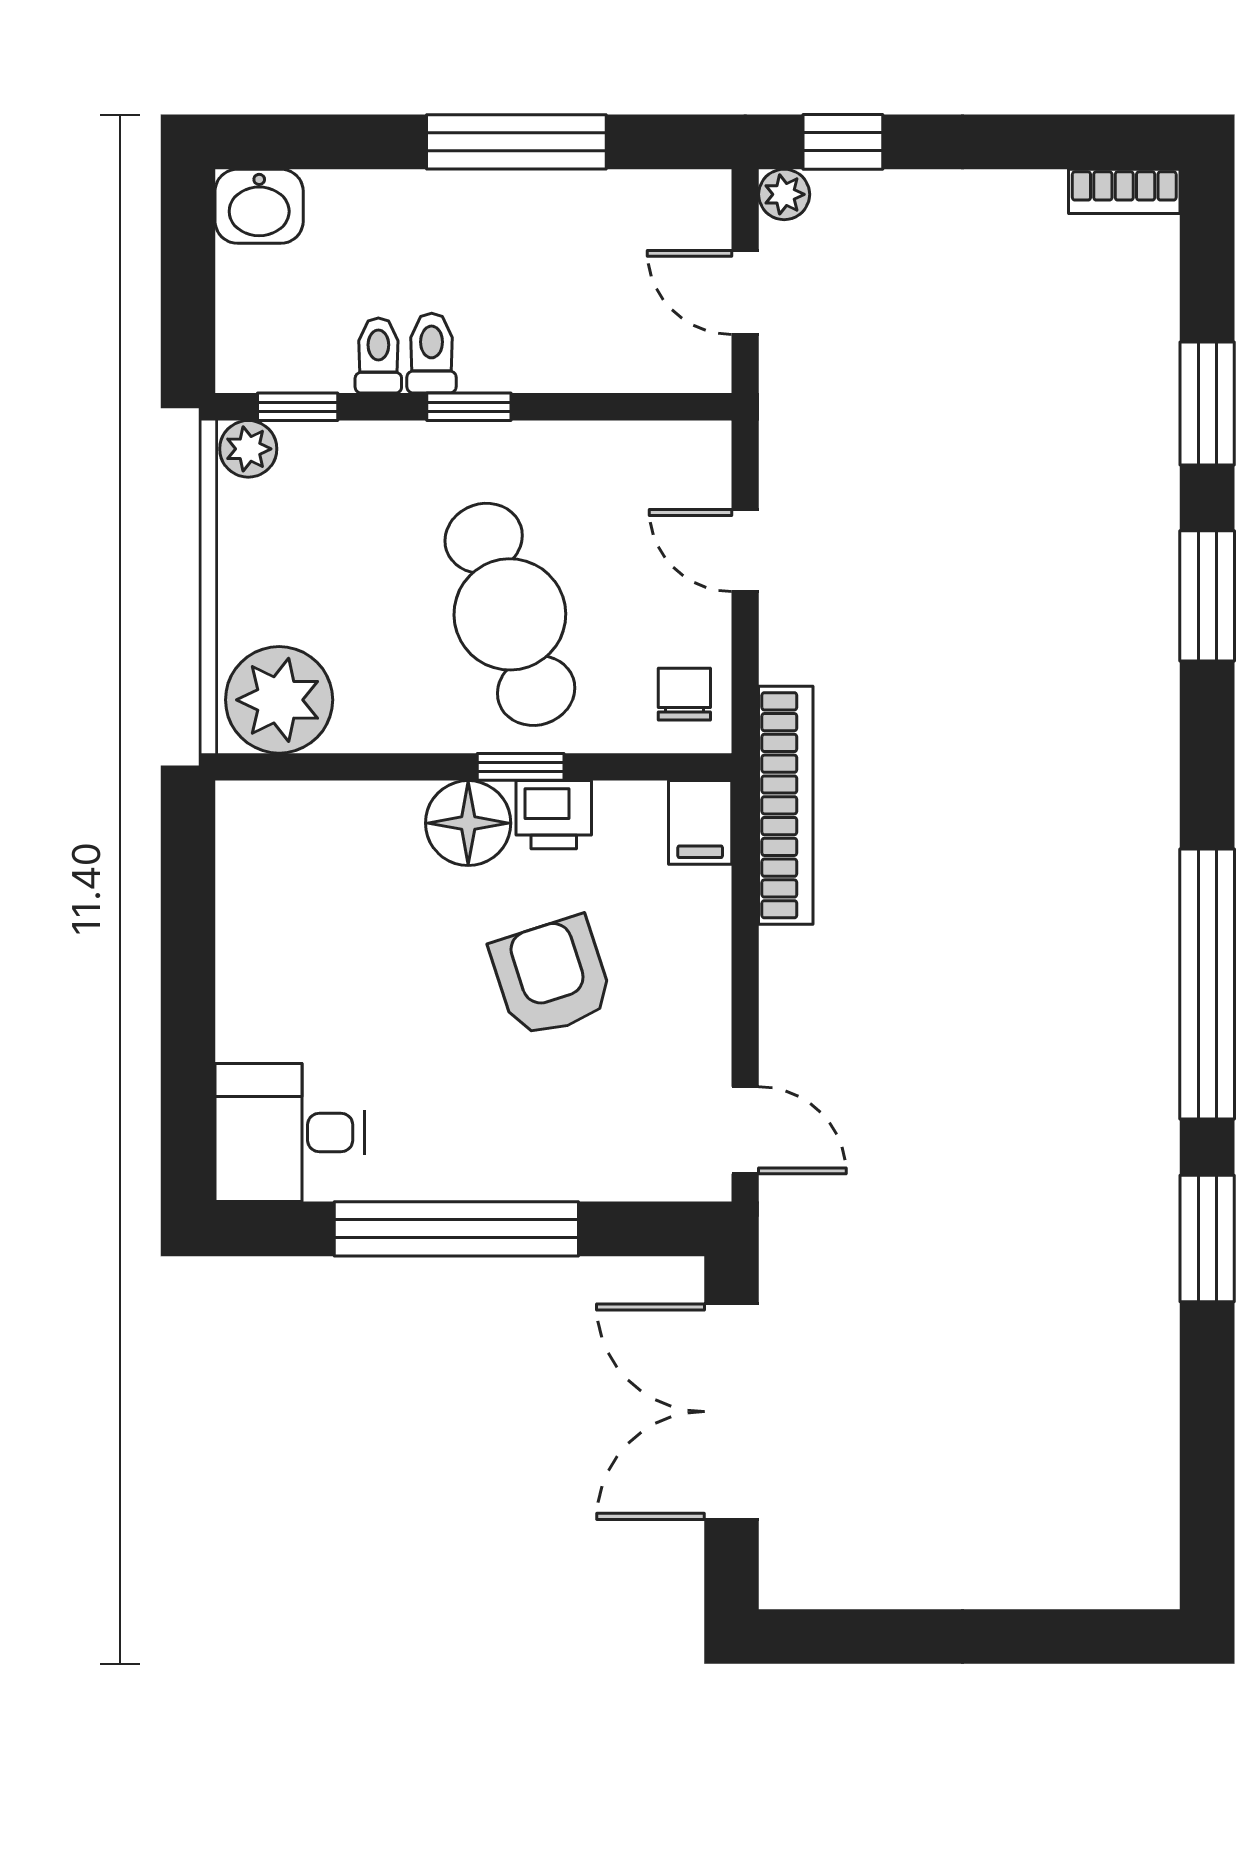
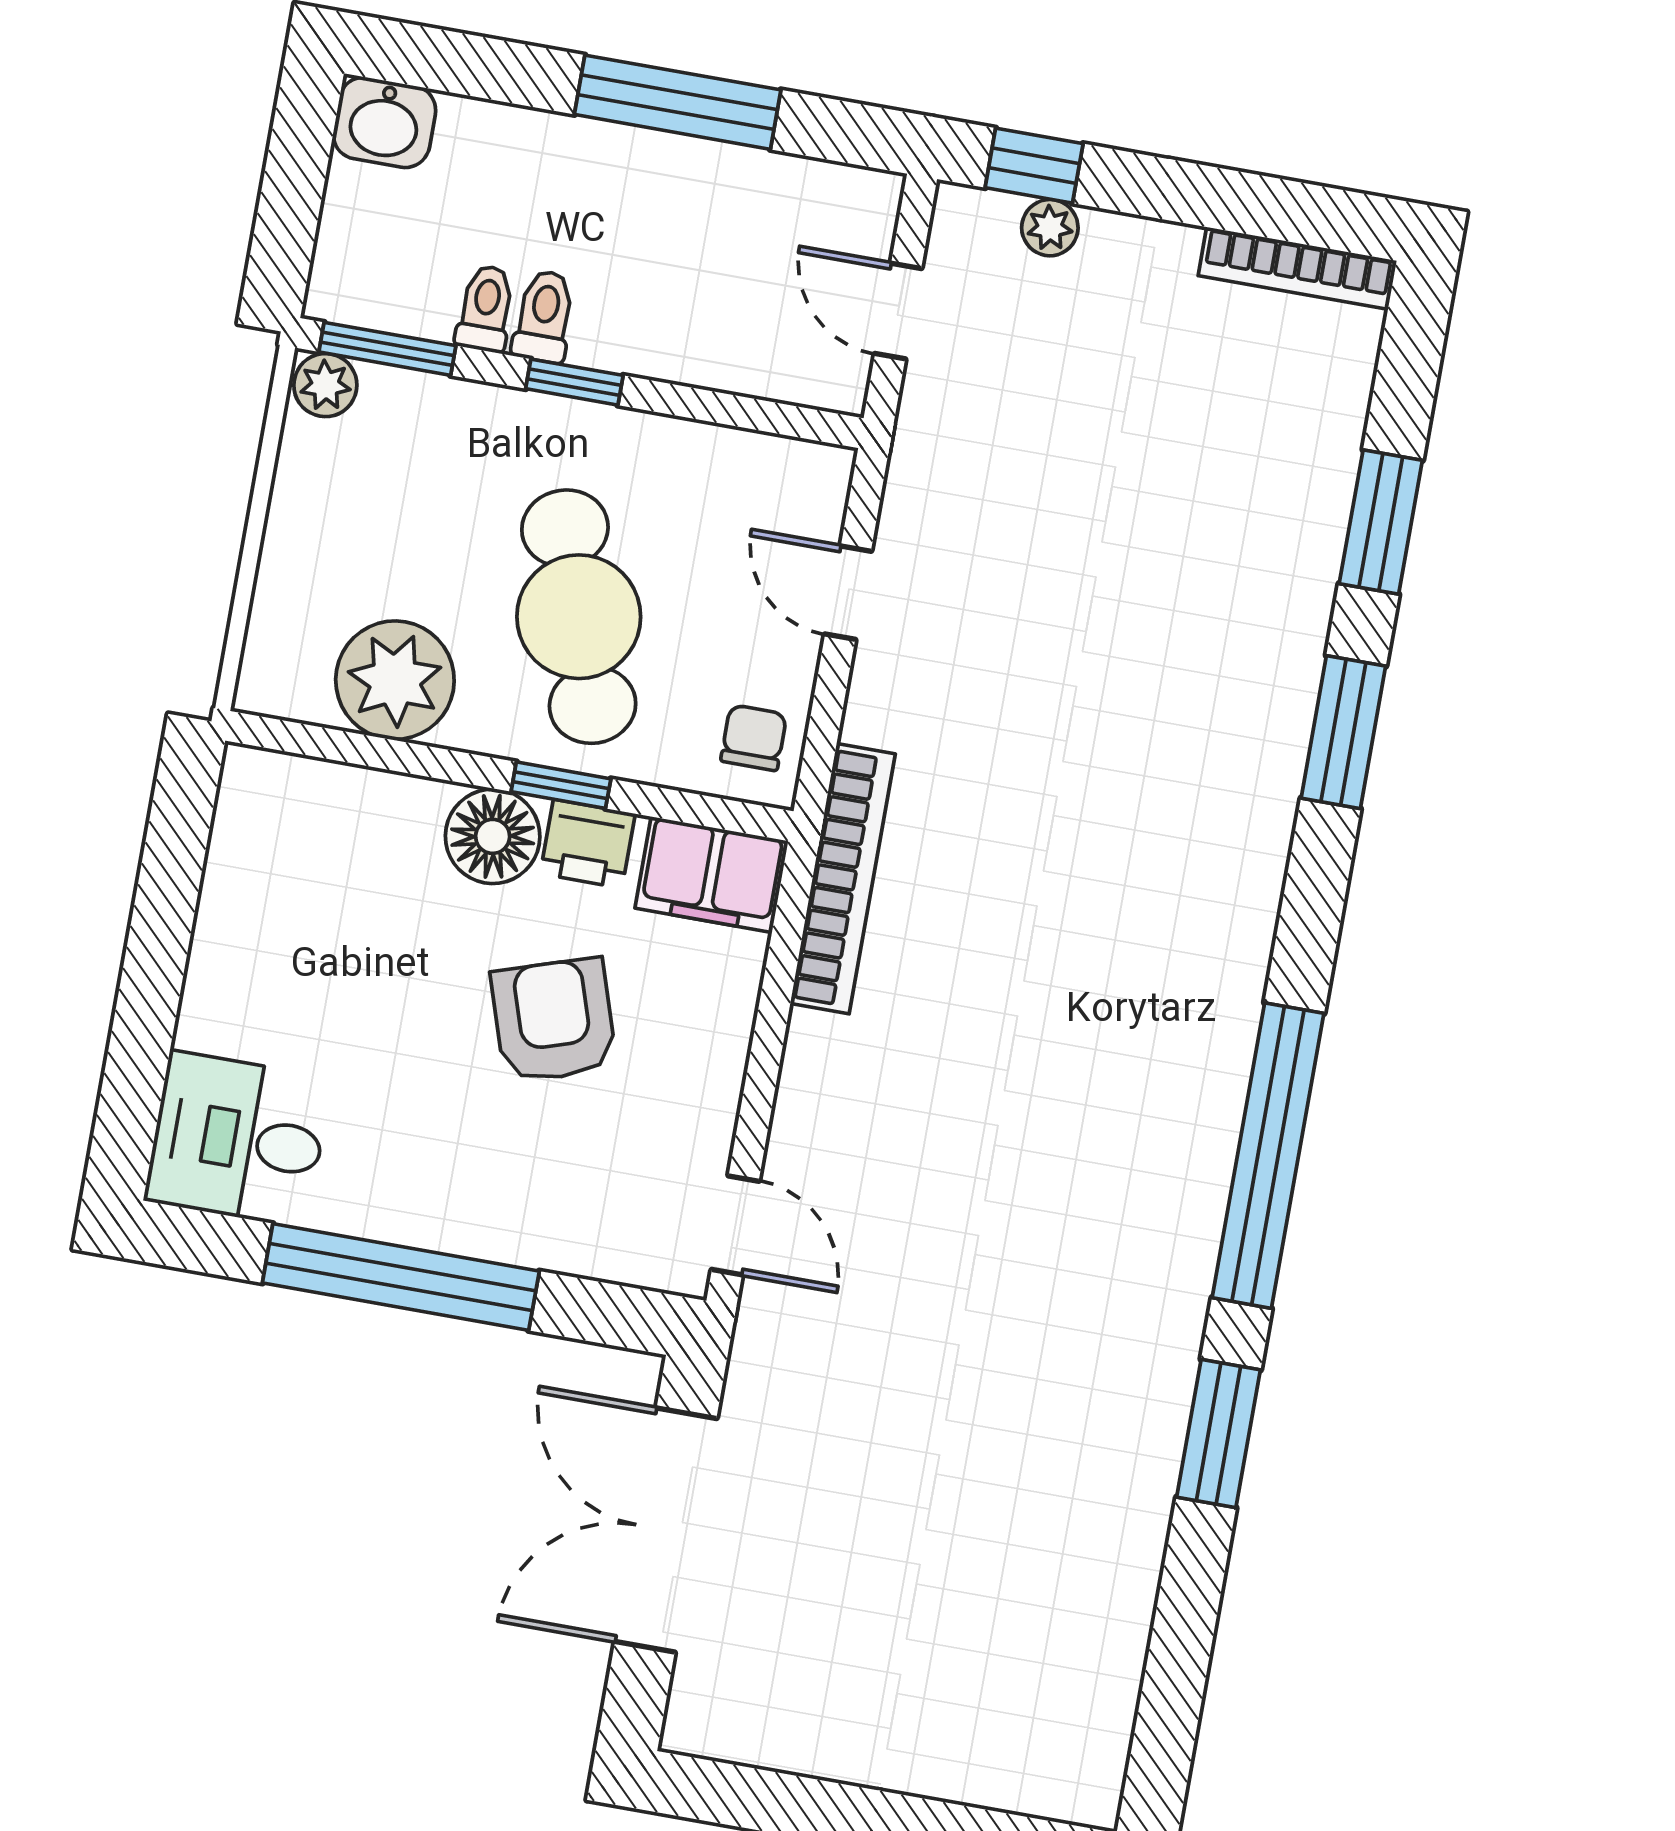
bookcase: (1124, 191) -> (1297, 268), width x1.56
plant: (784, 194) -> (1050, 228), moved
window: (298, 407) -> (387, 349), width x1.50
plant: (279, 700) -> (395, 680), moved
filing cabinet: (700, 822) -> (712, 875), width x2.00

